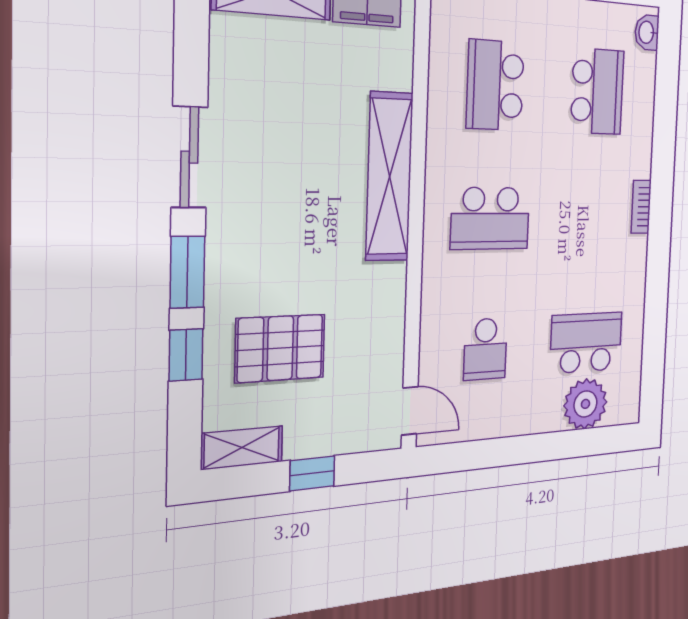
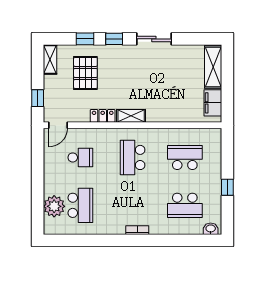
shelving: (389, 177) -> (131, 116), width x0.45, depth x0.75
window: (187, 272) -> (114, 39), width x0.67
locker: (391, 297) -> (103, 116), added
school desk: (485, 349) -> (80, 157), turned 180
window: (312, 473) -> (38, 98), moved

